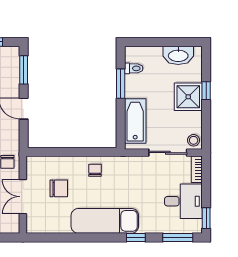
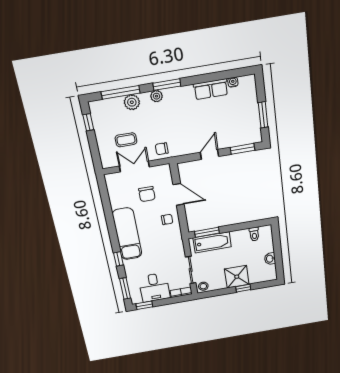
washbasin: (178, 55) -> (270, 259), width x0.52, depth x0.69
window: (121, 84) -> (207, 232), moved
door: (66, 152) -> (178, 194), added

